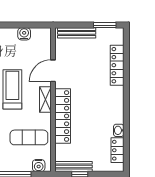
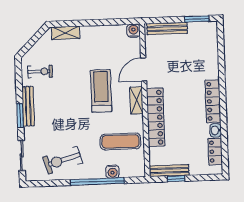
water cooler: (24, 34) -> (133, 31), moved
locker: (117, 65) -> (213, 101), moved
water cooler: (39, 166) -> (112, 172), moved

